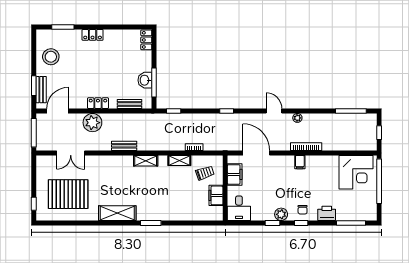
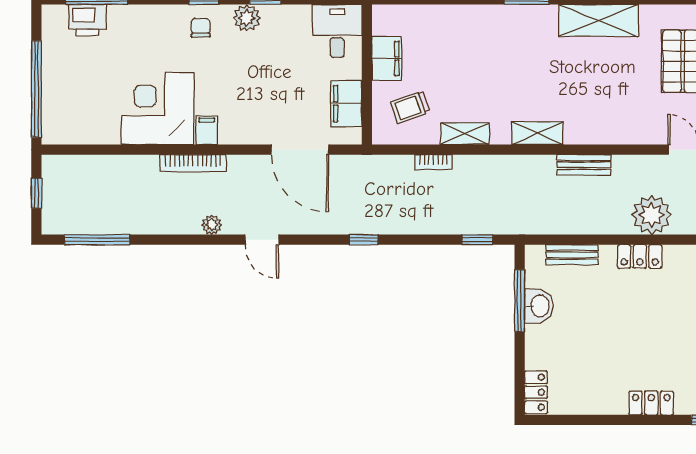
corner desk: (356, 172) -> (158, 108), moved
printer: (327, 213) -> (87, 20), moved

